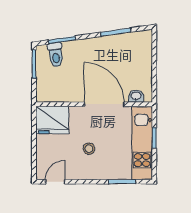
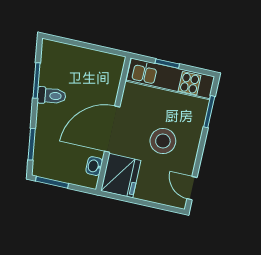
toilet: (56, 55) -> (52, 96), moved
washbasin: (136, 96) -> (94, 166), moved
door: (104, 104) -> (112, 129), moved
stool: (89, 149) -> (163, 141), width x1.89, depth x1.89

